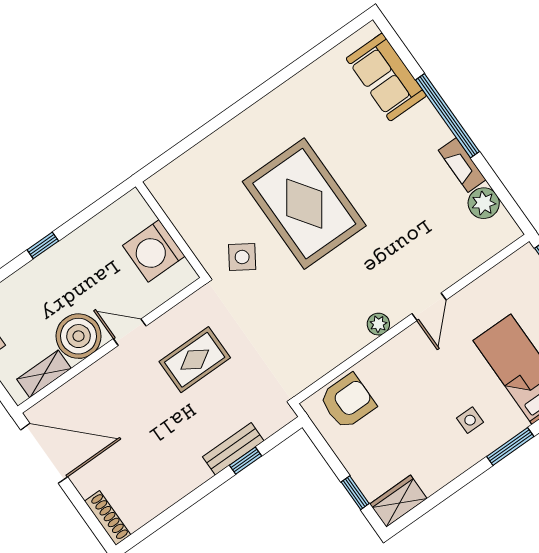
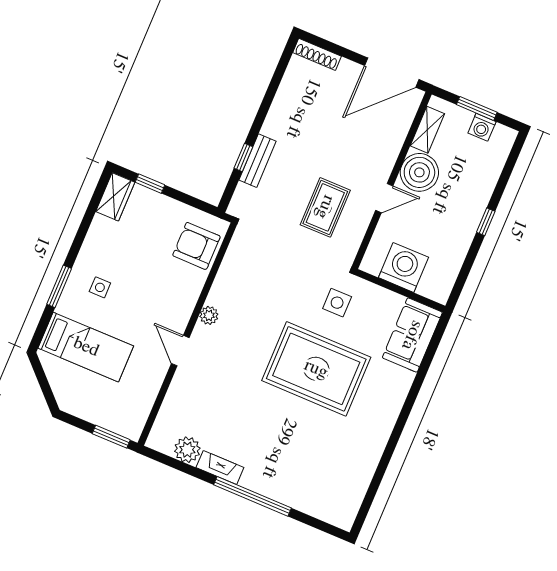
sofa: (386, 77) -> (412, 335), moved, turned -90
side table: (242, 257) -> (337, 303), turned -33
armchair: (348, 401) -> (196, 246), turned 90

